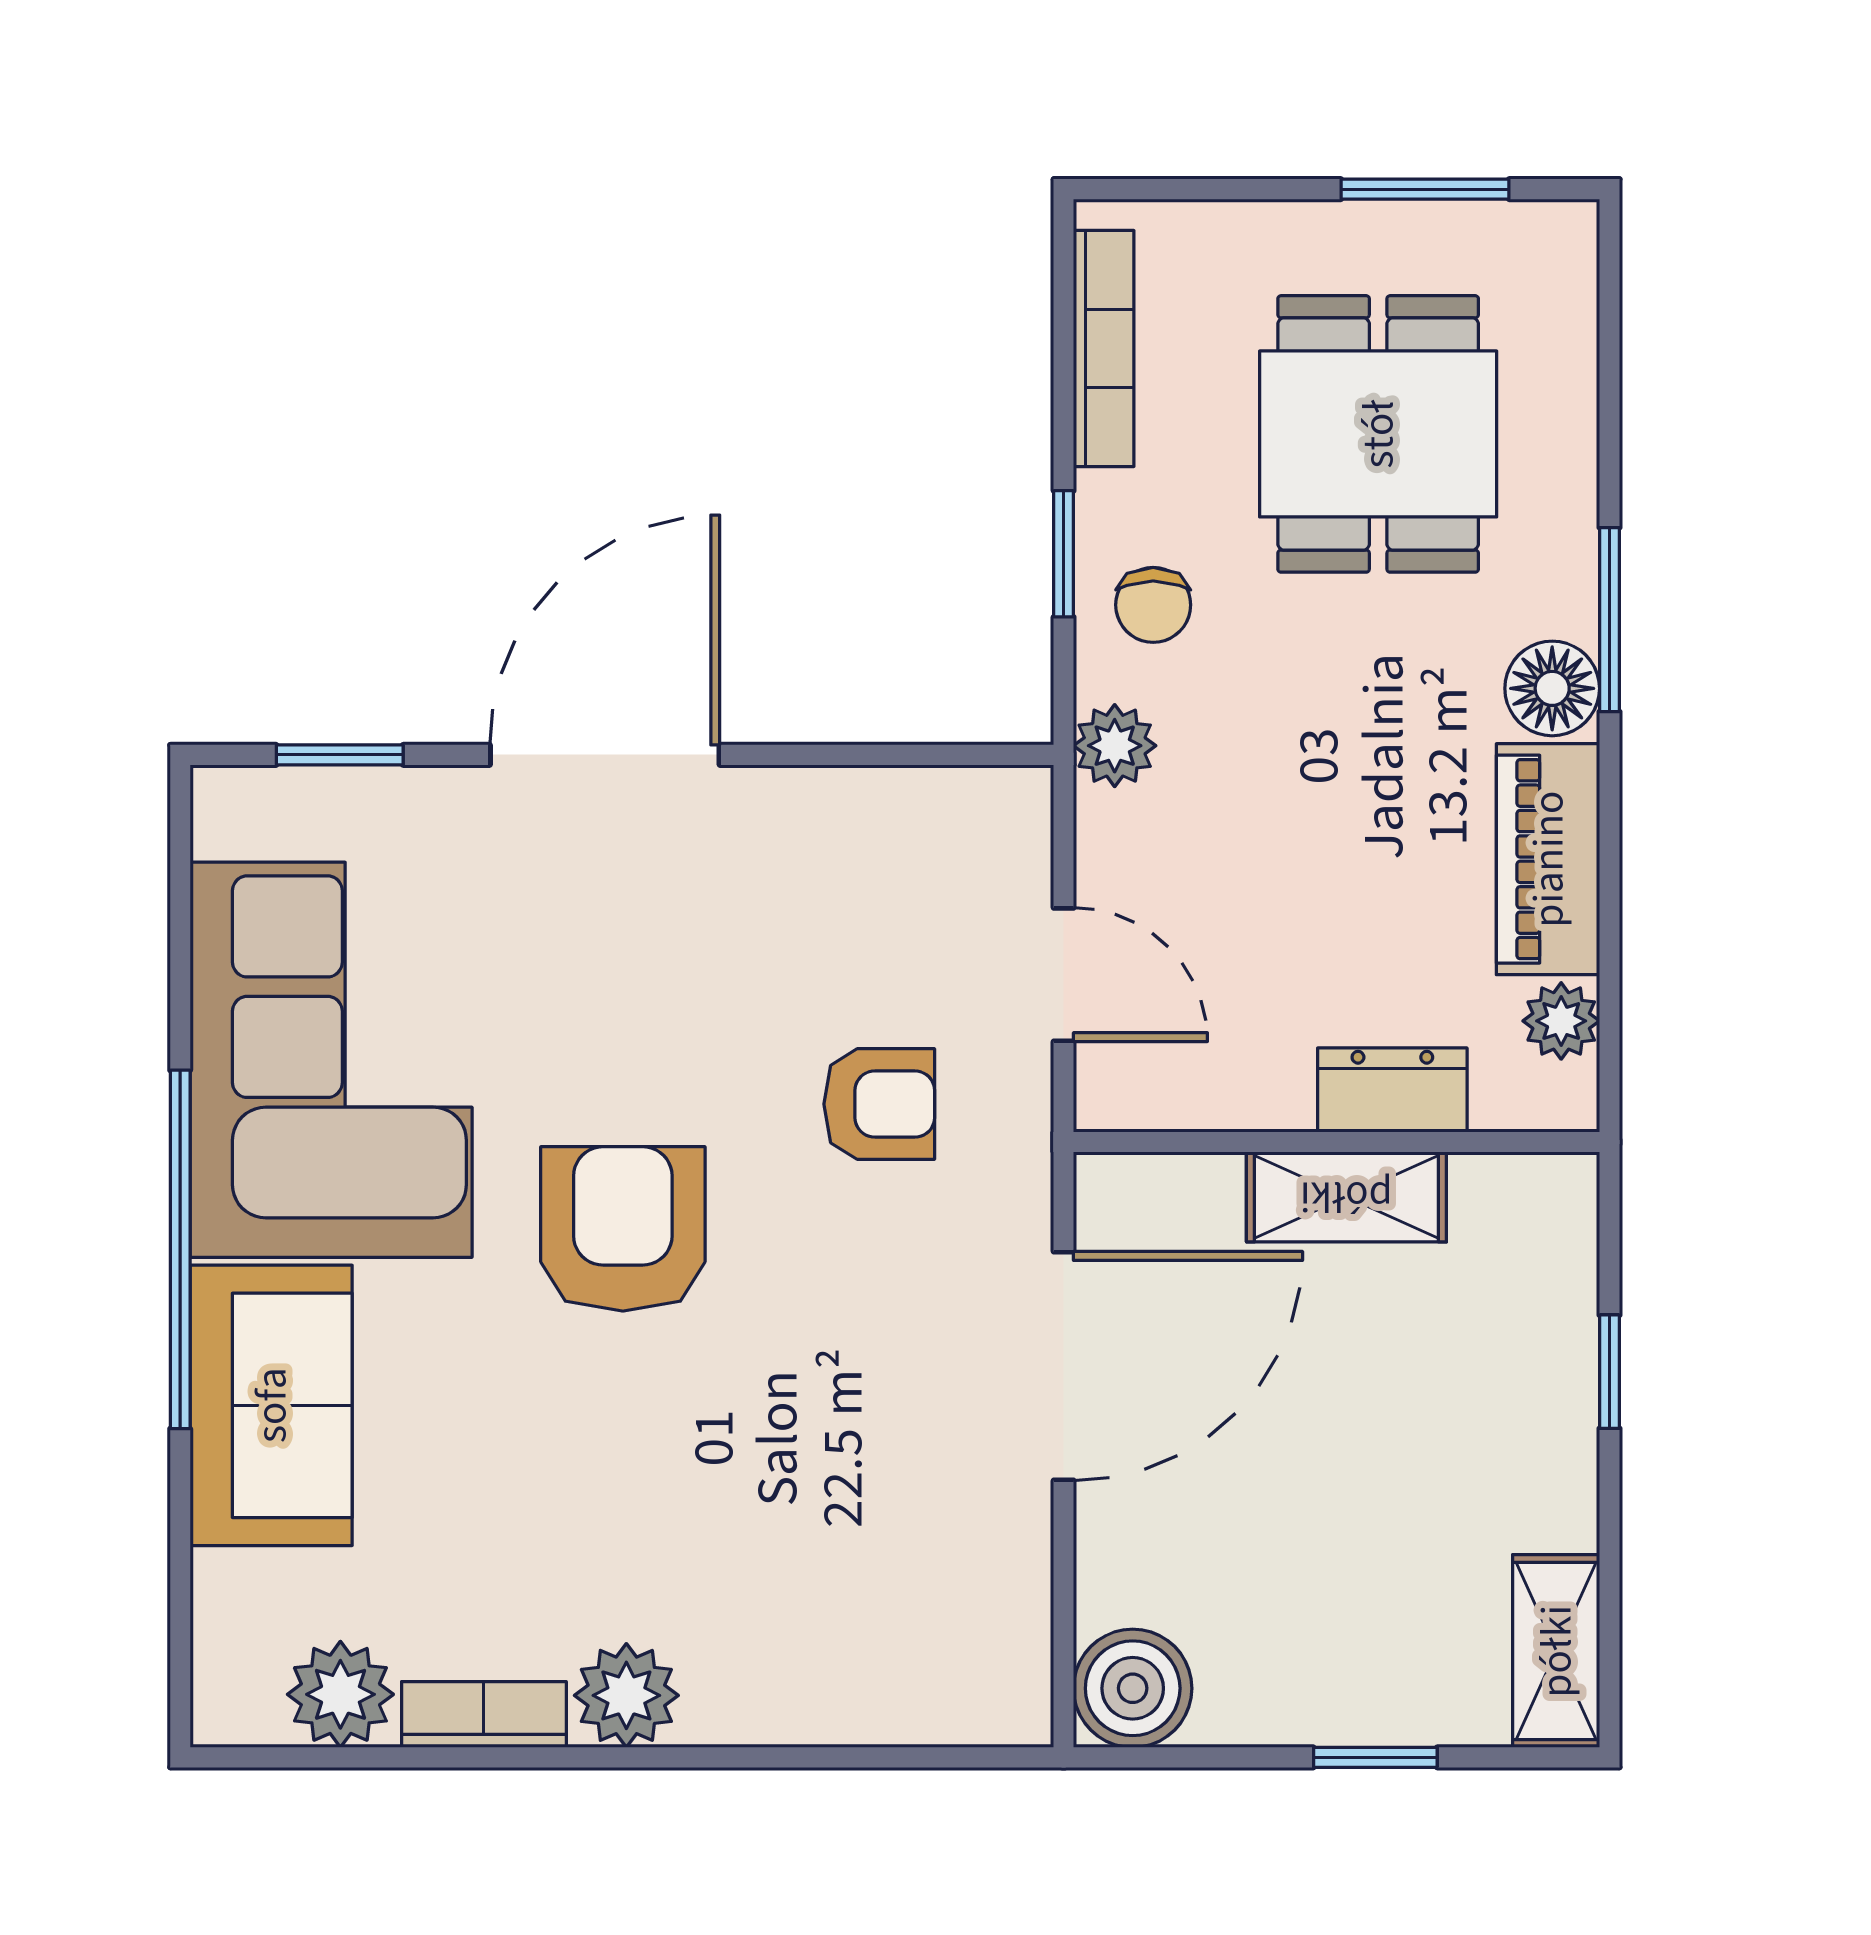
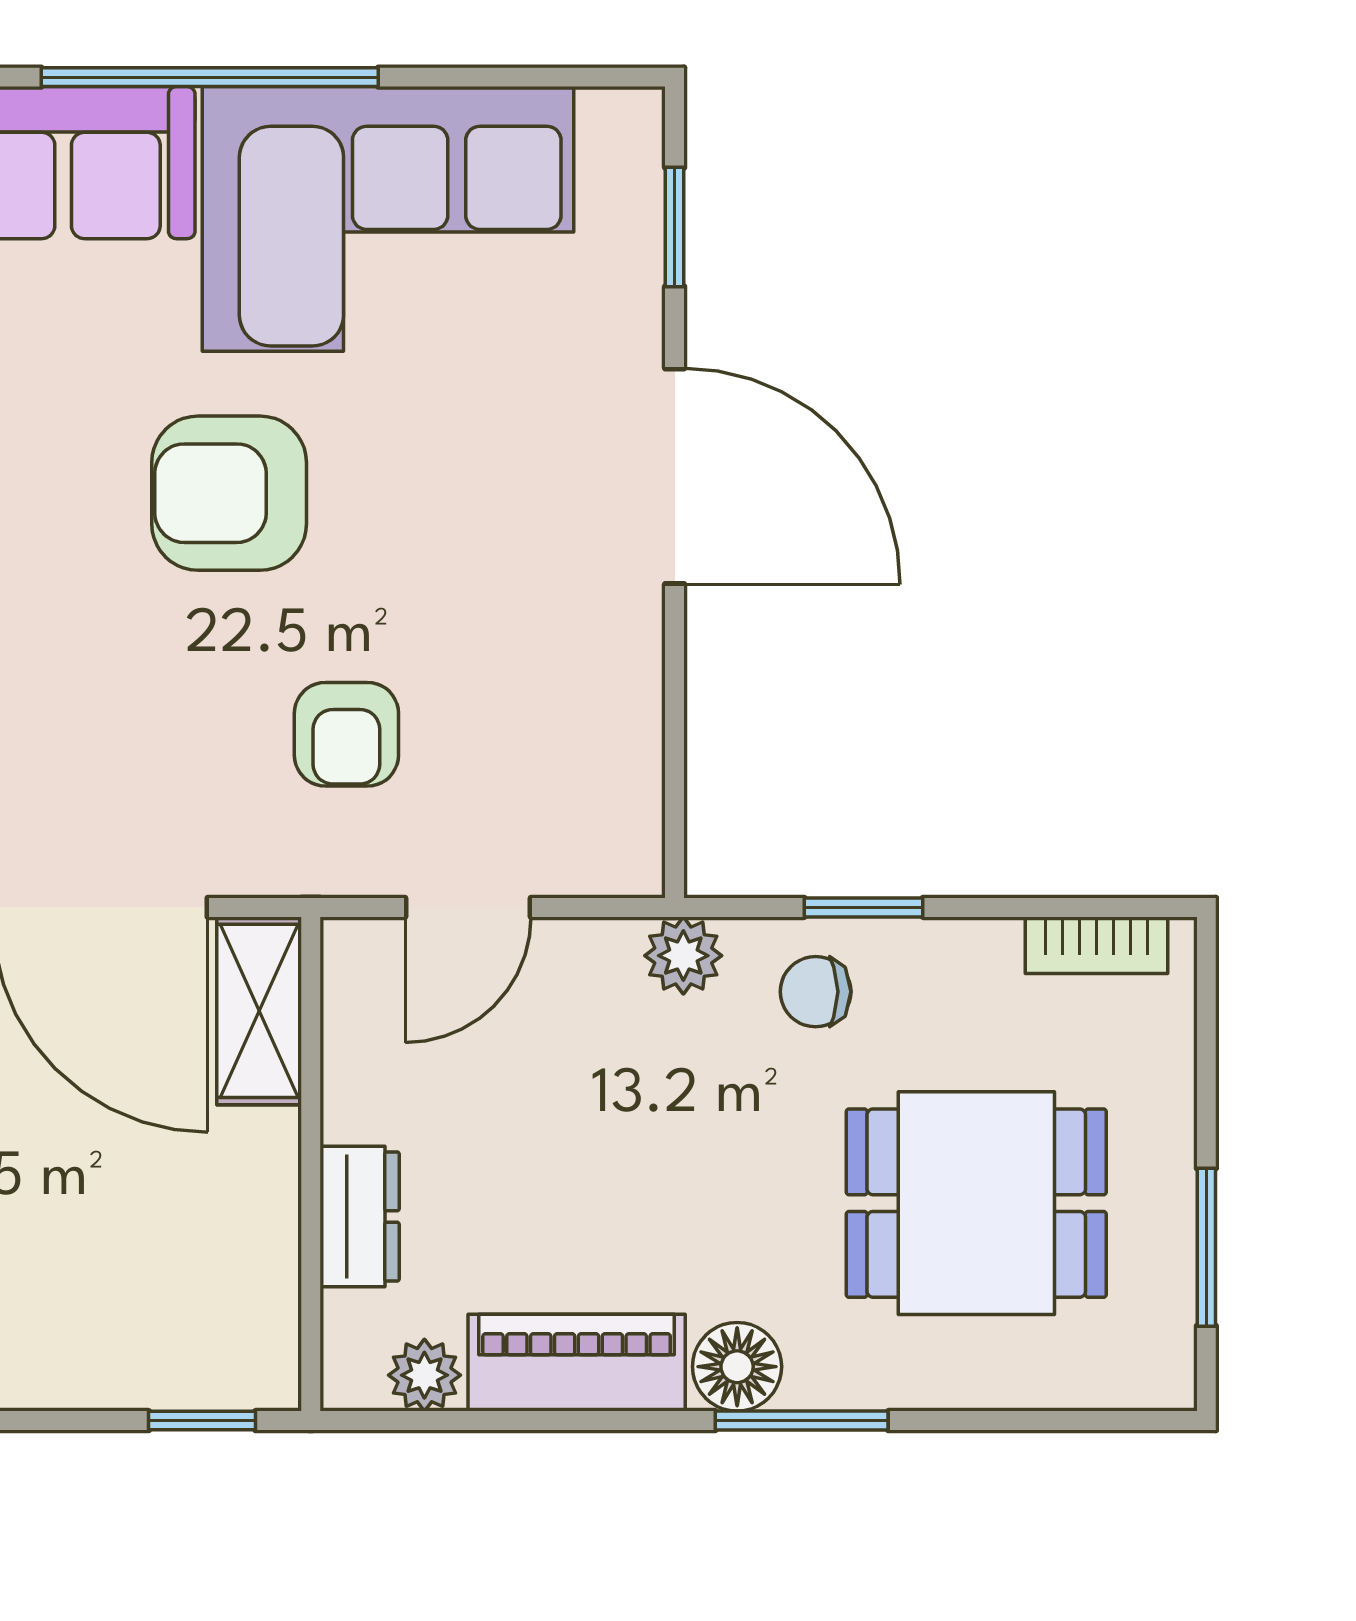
bookcase: (1104, 348) -> (1097, 945), width x0.64
shelving: (1346, 1197) -> (259, 1011), moved
armchair: (623, 1229) -> (229, 493), turned 180
window: (1609, 1372) -> (202, 1421), moved

